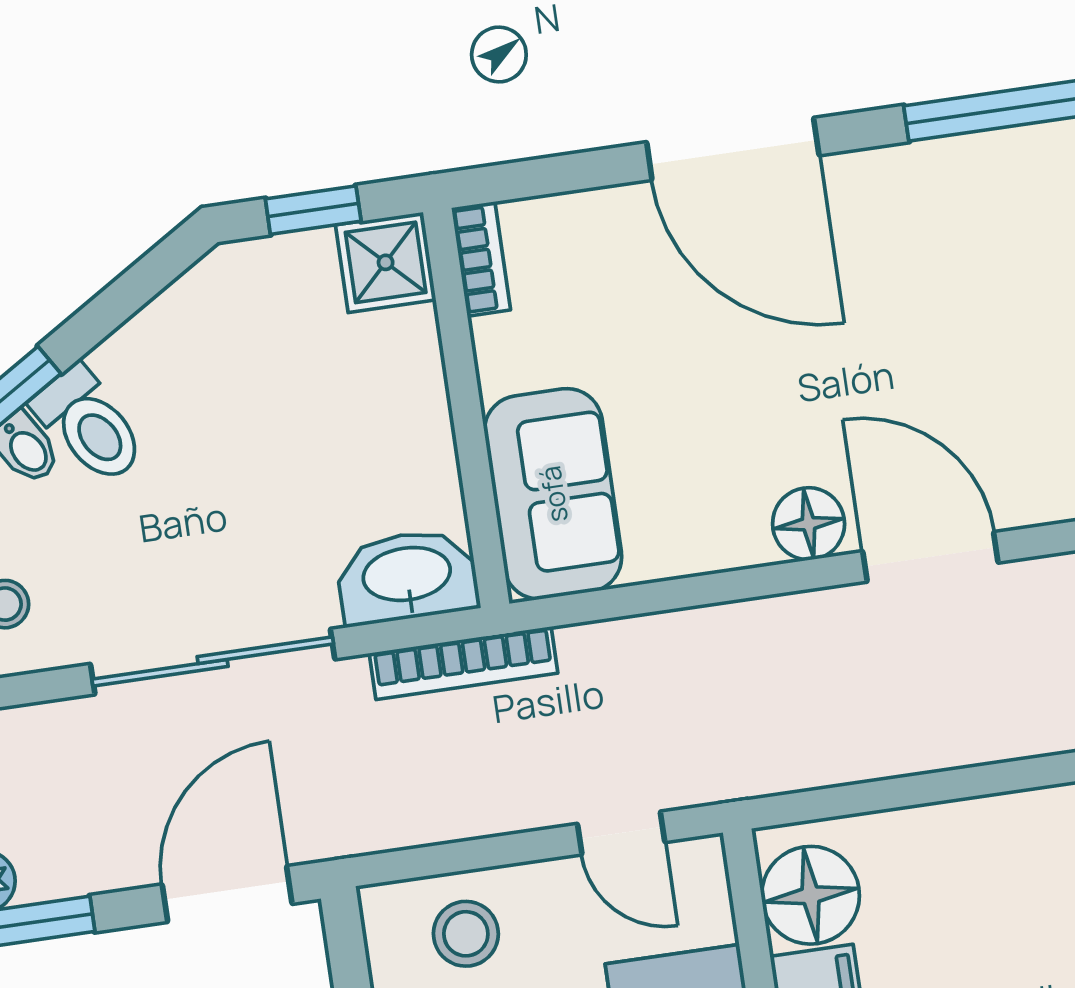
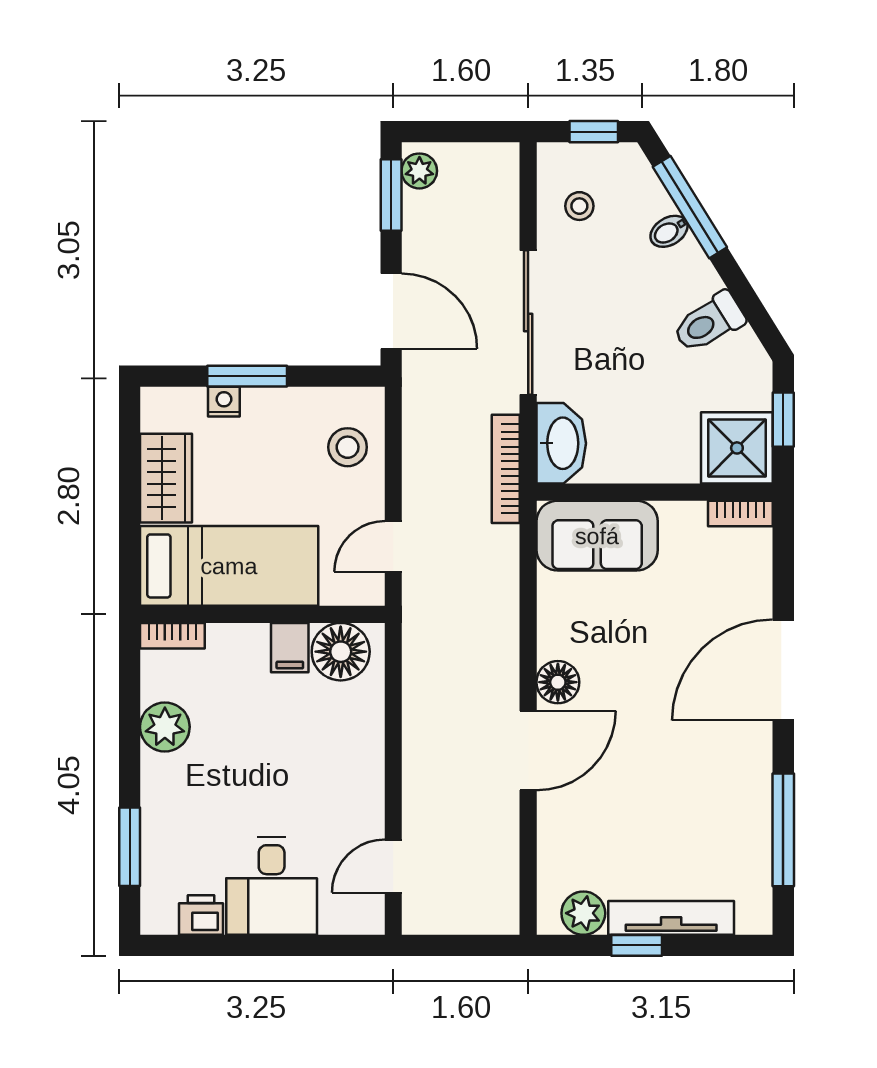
shower: (386, 262) -> (737, 448), width x1.36, depth x1.36
toilet: (89, 425) -> (709, 322), moved

